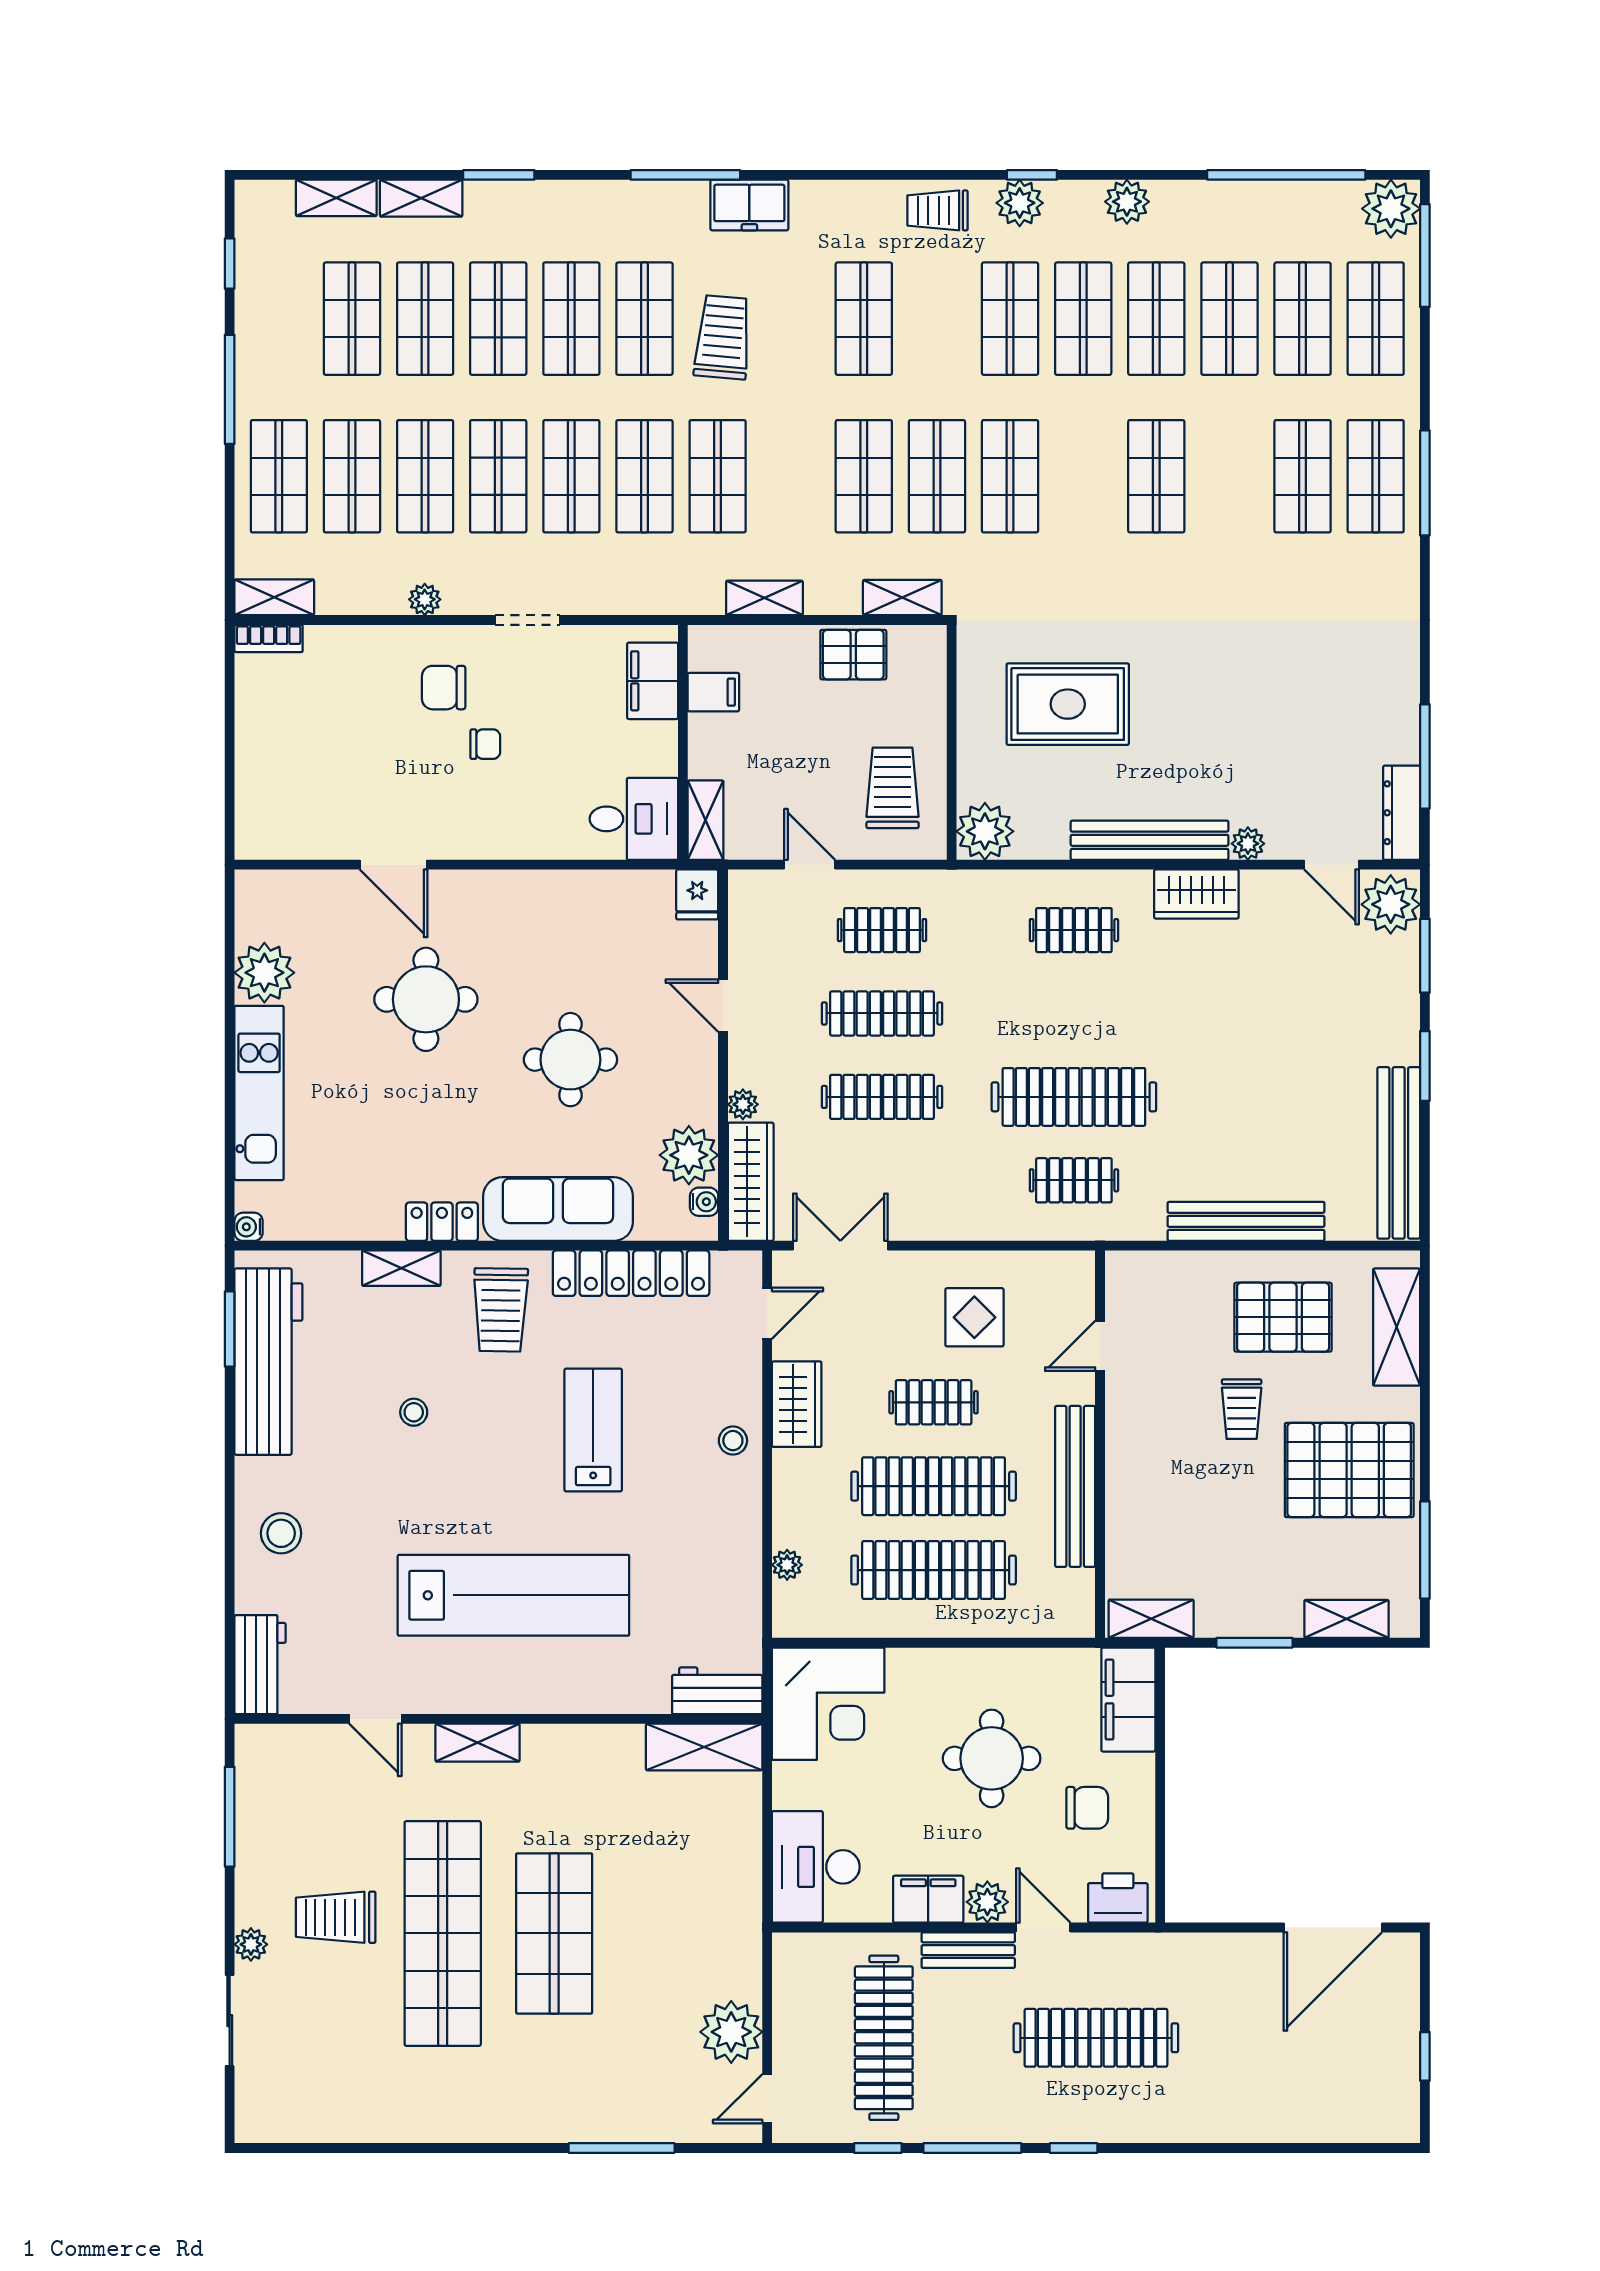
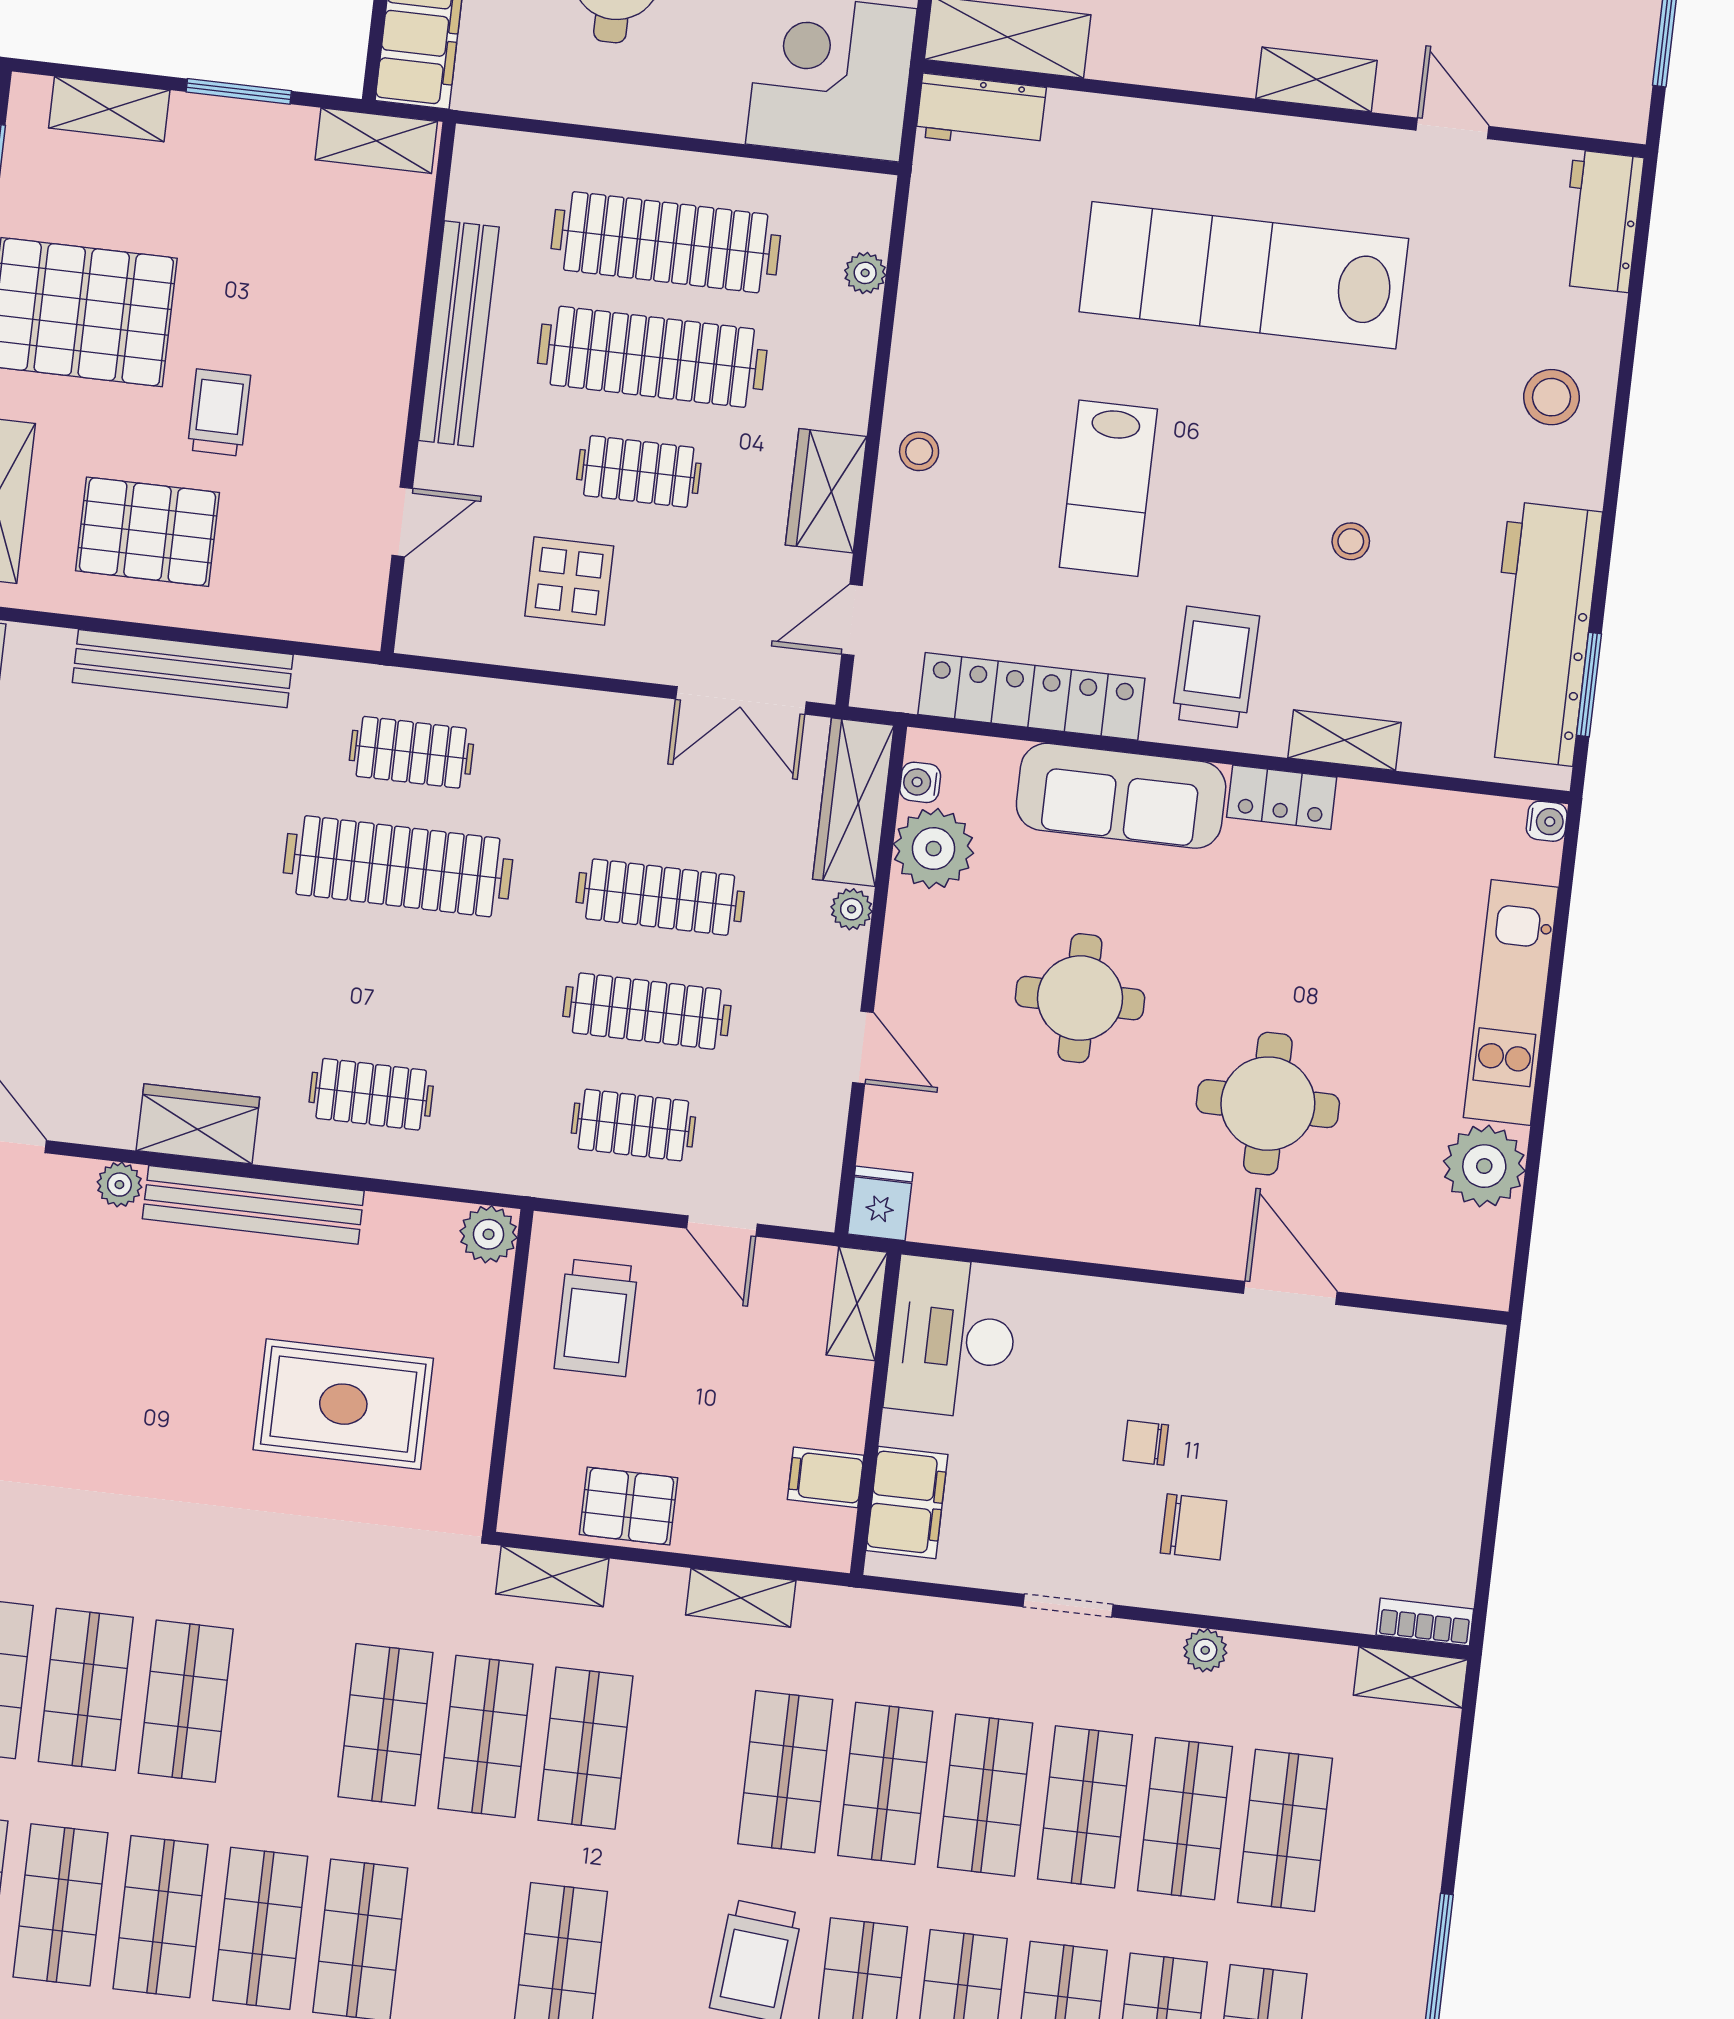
shop shelf: (279, 476) -> (86, 1689), moved
desk: (634, 819) -> (952, 1338), width x1.37
plant: (985, 831) -> (489, 1234), width x0.73, depth x0.73

